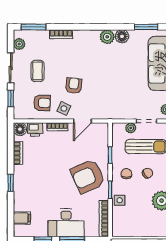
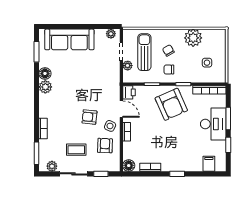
printer: (35, 129) -> (129, 92), moved
side table: (120, 200) -> (207, 63), moved

